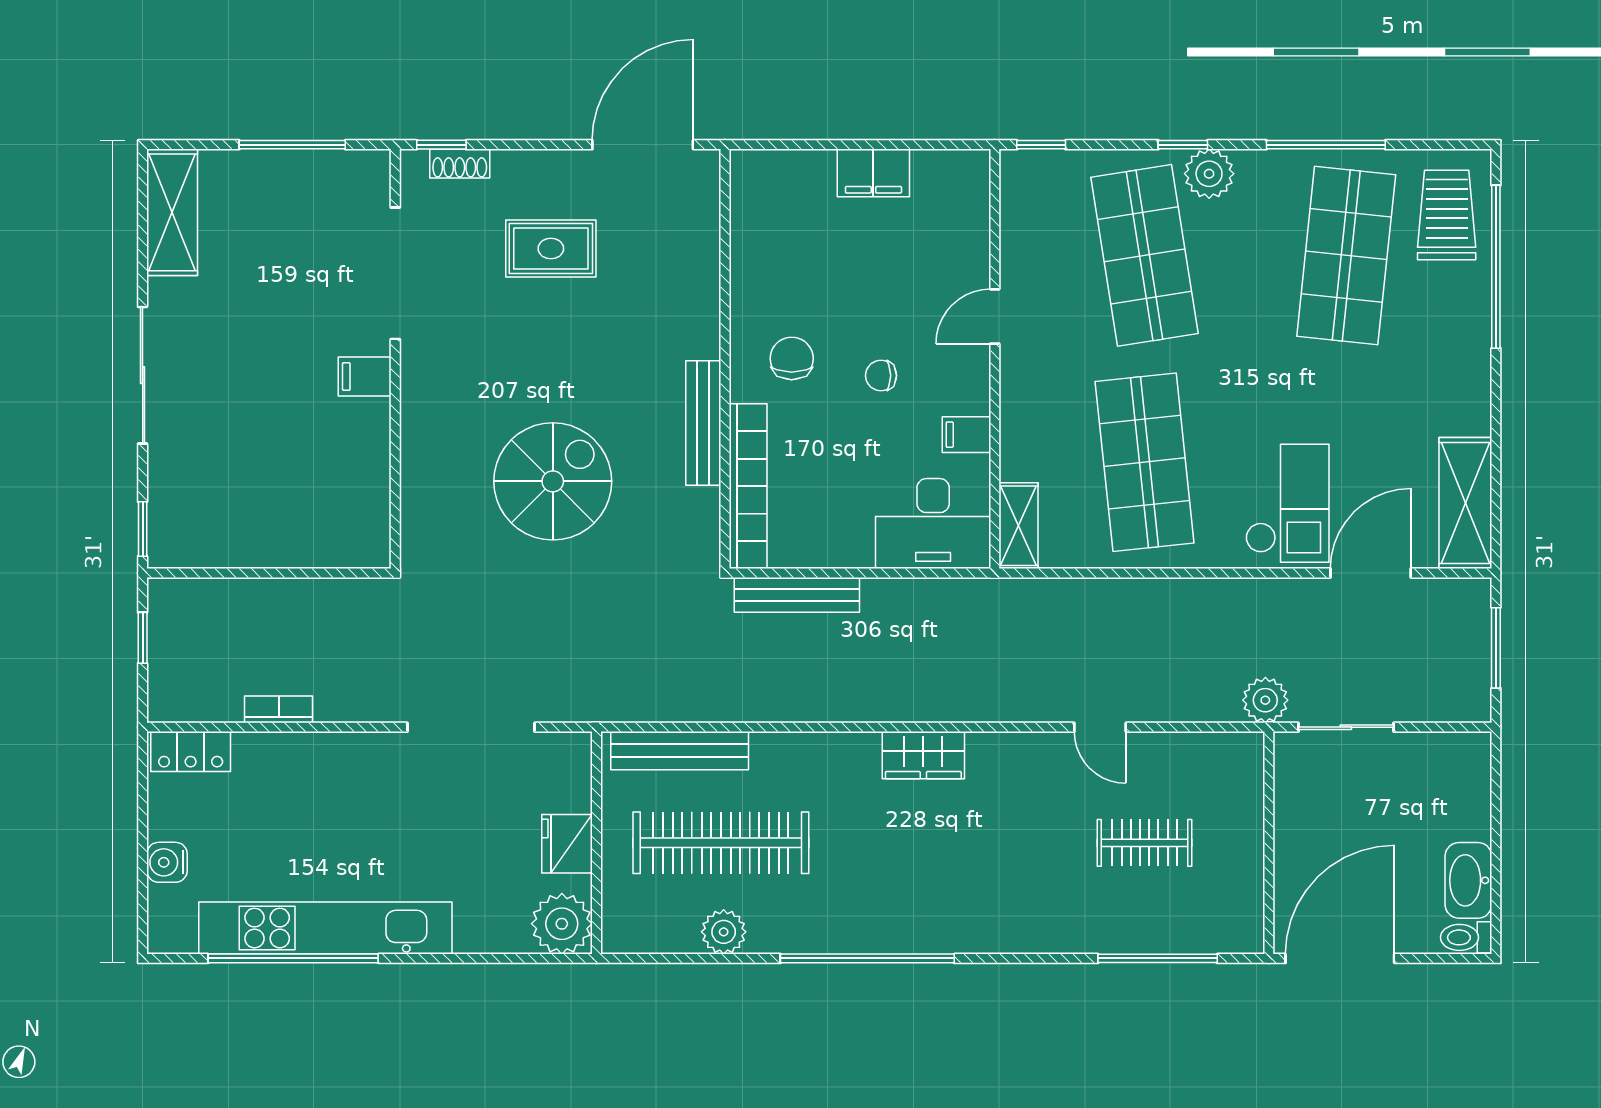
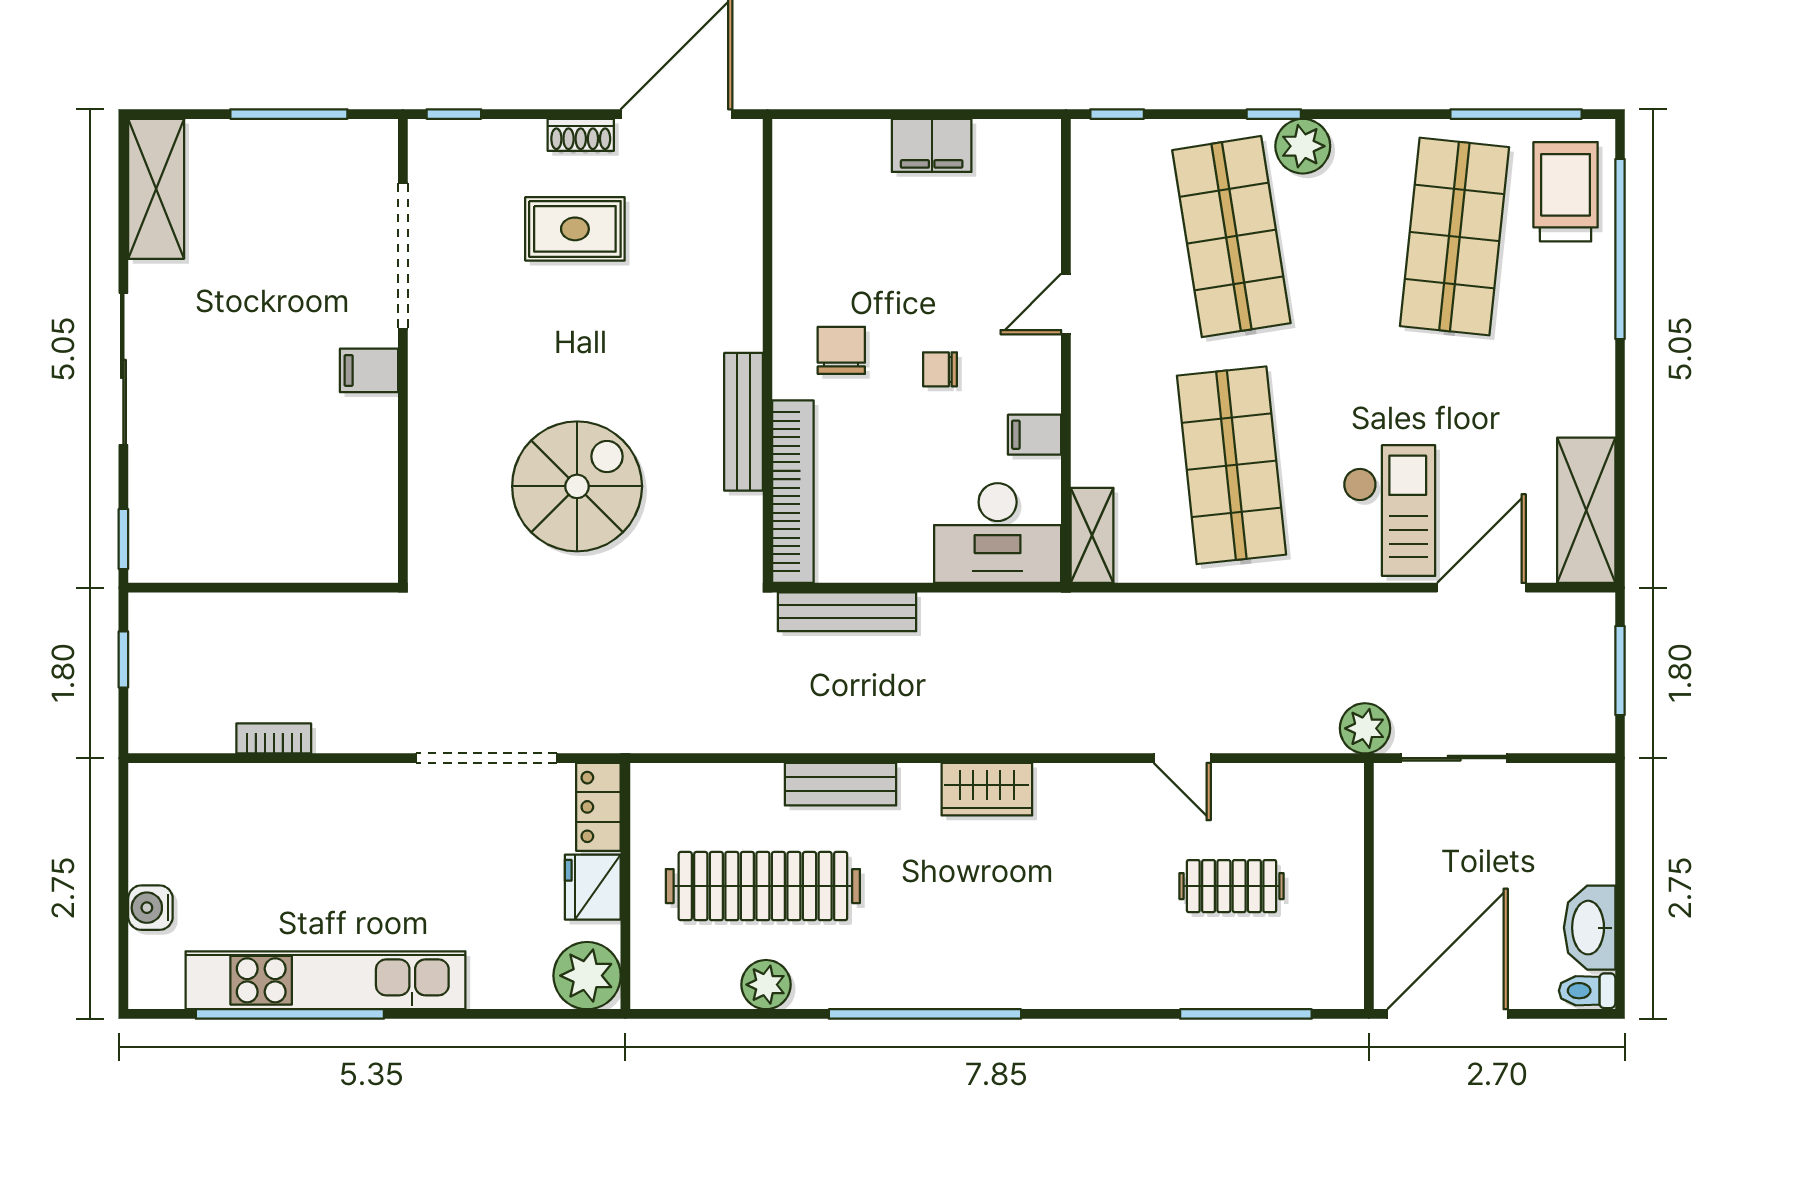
window: (1326, 145) -> (1516, 114), moved
shoe rack: (460, 164) -> (581, 135), moved
bench: (680, 751) -> (840, 784), moved, width x0.73
locker: (191, 752) -> (598, 807), moved, turned 90

